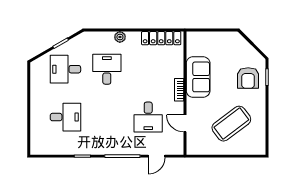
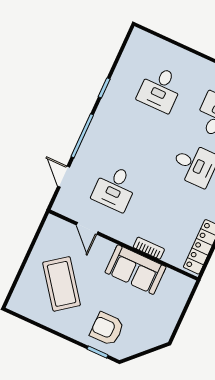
bookcase: (179, 90) -> (149, 248), moved
desk: (148, 117) -> (115, 188), turned -90
door: (185, 123) -> (87, 228), swing flipped

